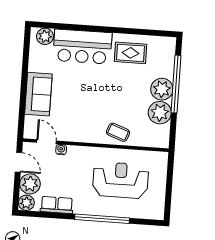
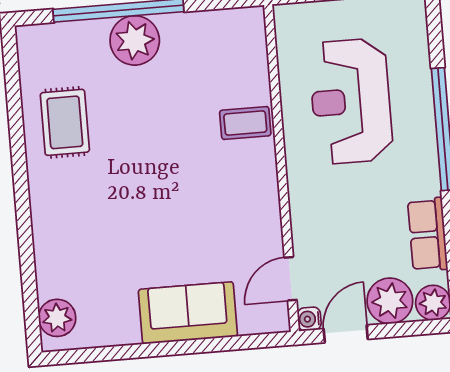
bar counter: (82, 47) -> (67, 231), removed
plant: (160, 113) -> (188, 37), removed
coffee table: (118, 132) -> (245, 123), turned 70
water cooler: (61, 150) -> (309, 319), moved

